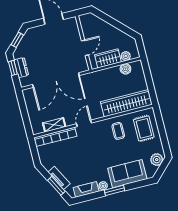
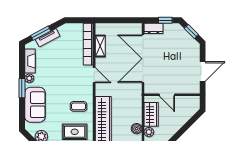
dresser: (21, 68) -> (153, 28), moved

